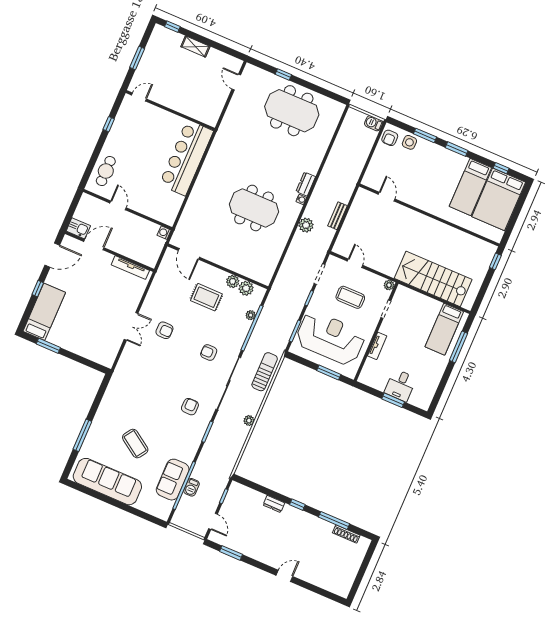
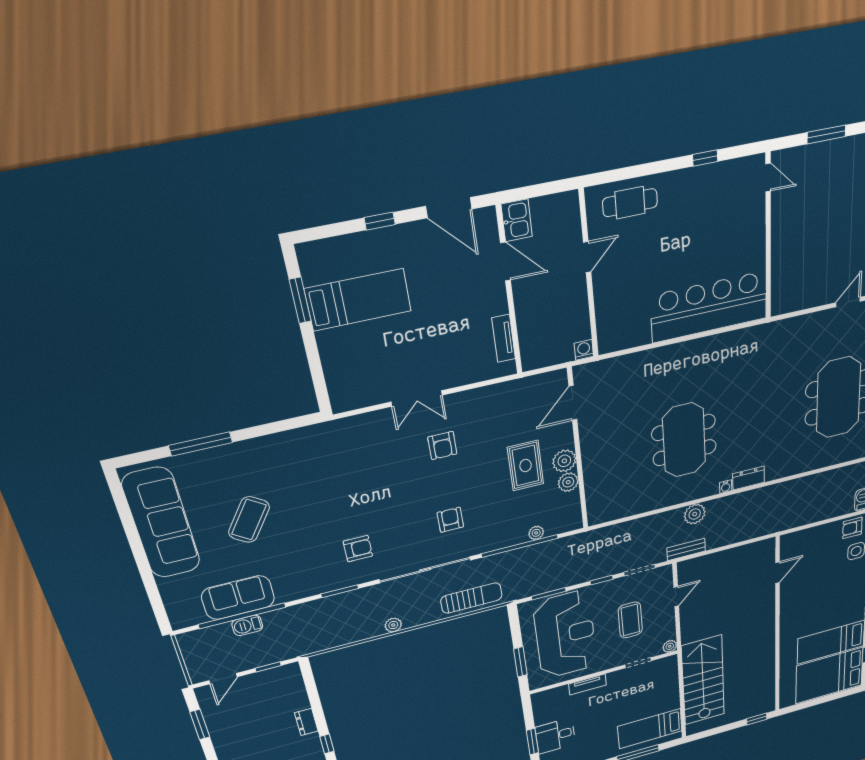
bench: (337, 216) -> (686, 549), moved
tv unit: (130, 268) -> (504, 338), width x0.71
plant: (246, 288) -> (564, 461), moved
bed: (44, 312) -> (358, 300), moved

